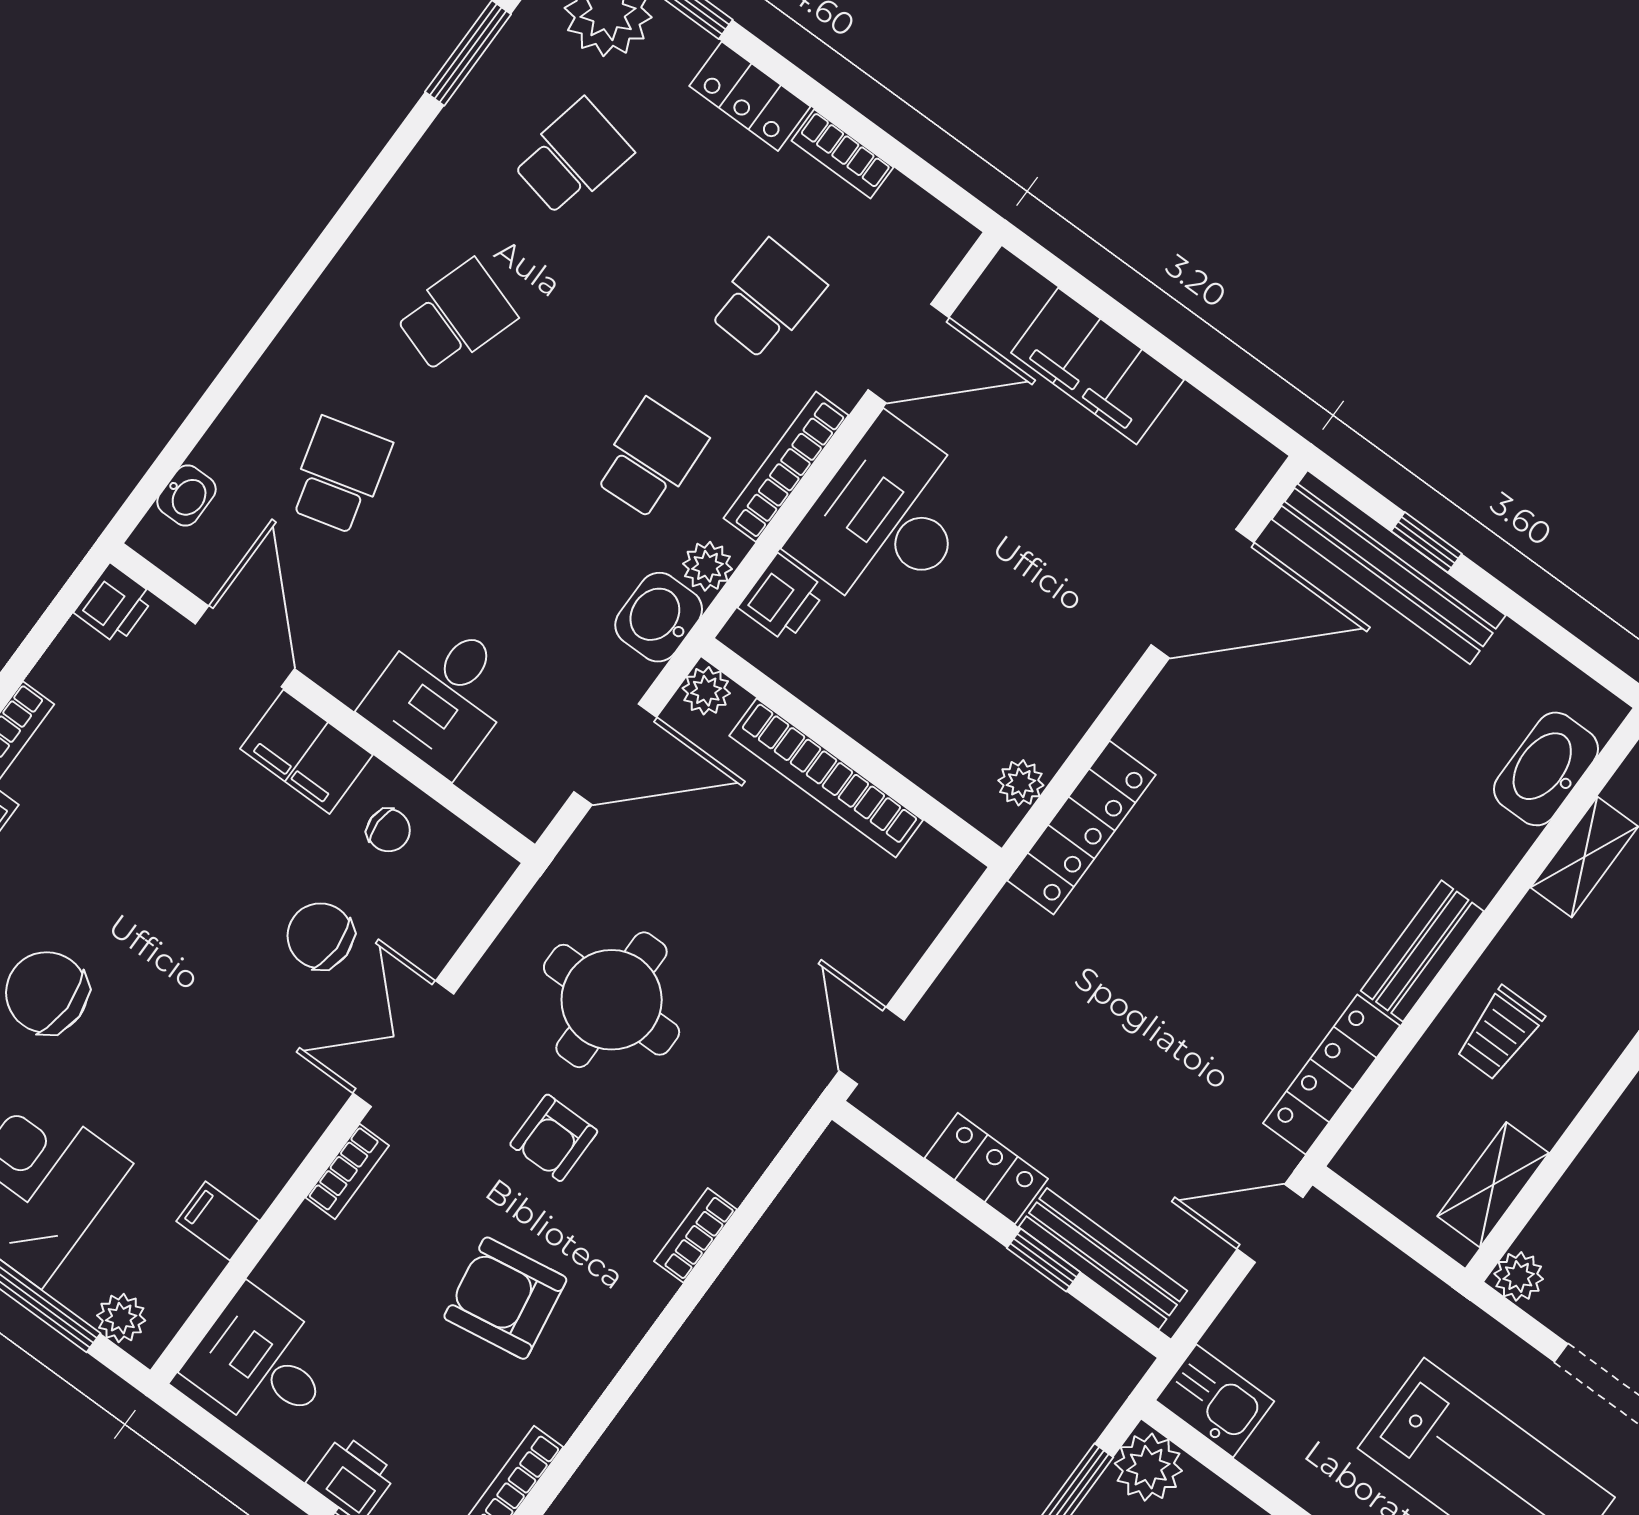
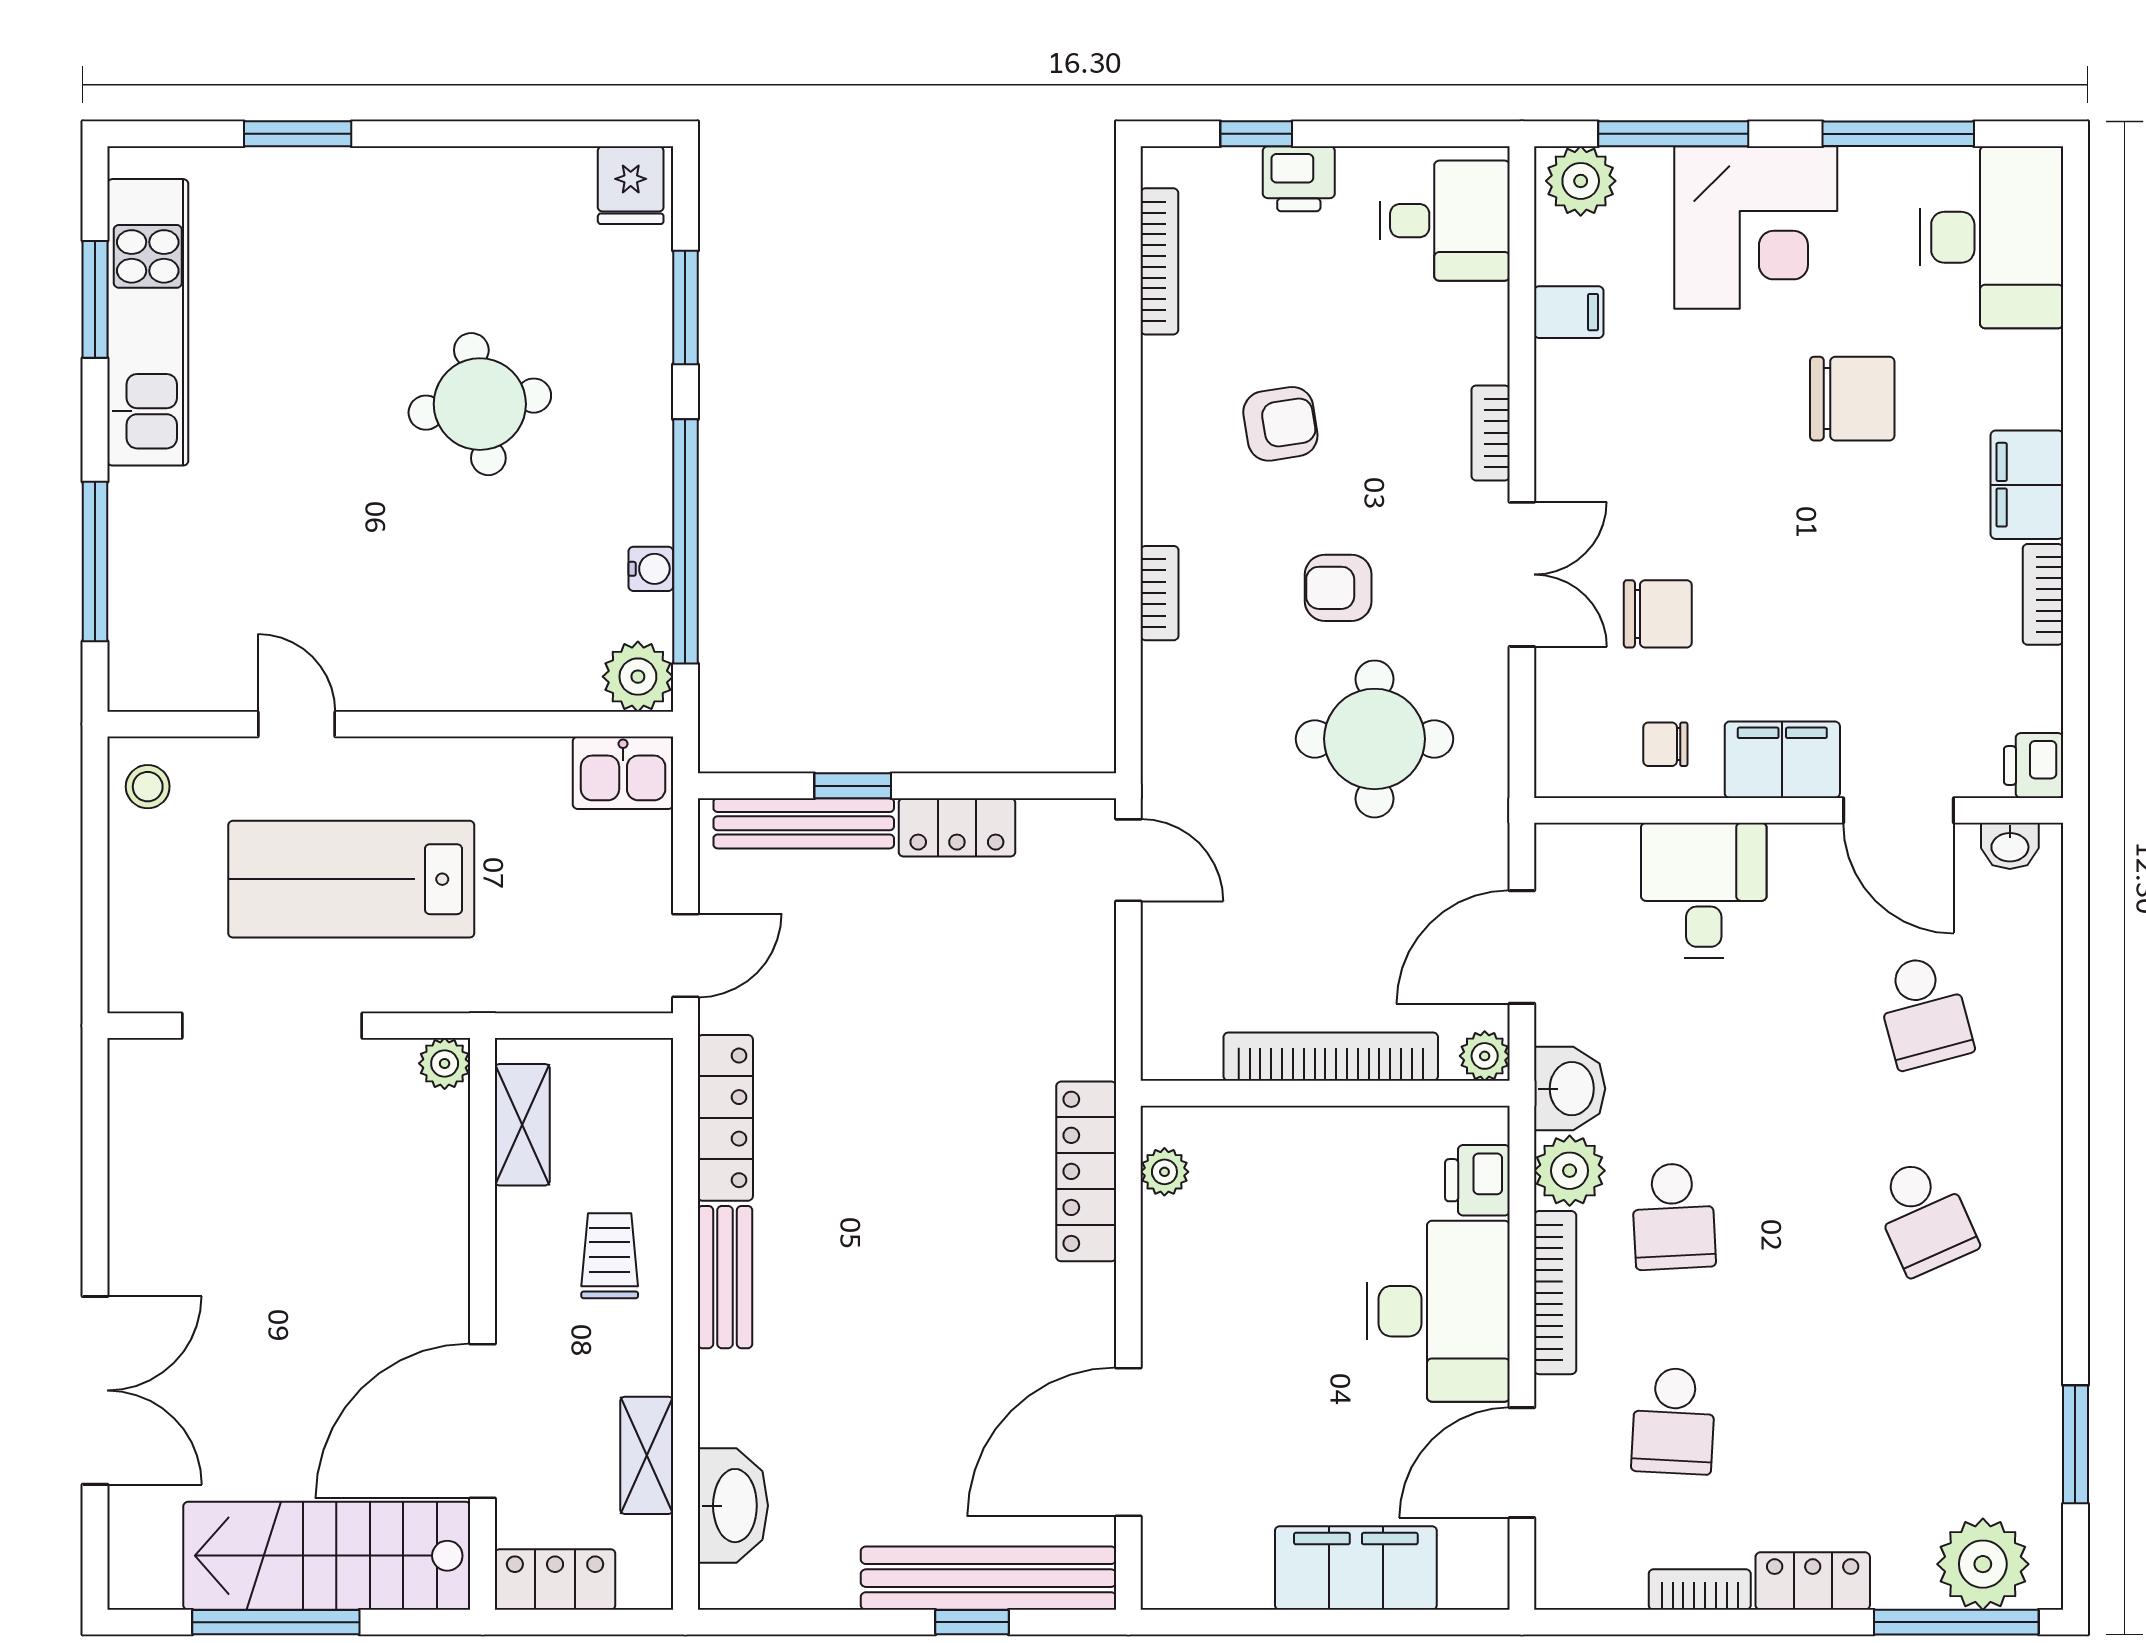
school desk: (572, 157) -> (1924, 1421), removed
school desk: (456, 316) -> (1924, 1216), turned -42
washbasin: (187, 495) -> (2010, 846), moved, turned -90
plant: (707, 566) -> (1570, 1171), width x1.38, depth x1.38
armchair: (554, 1138) -> (1338, 588), turned -90
armchair: (505, 1298) -> (1280, 424), width x0.72, depth x0.72
plant: (121, 1318) -> (1581, 181), width x1.38, depth x1.38

